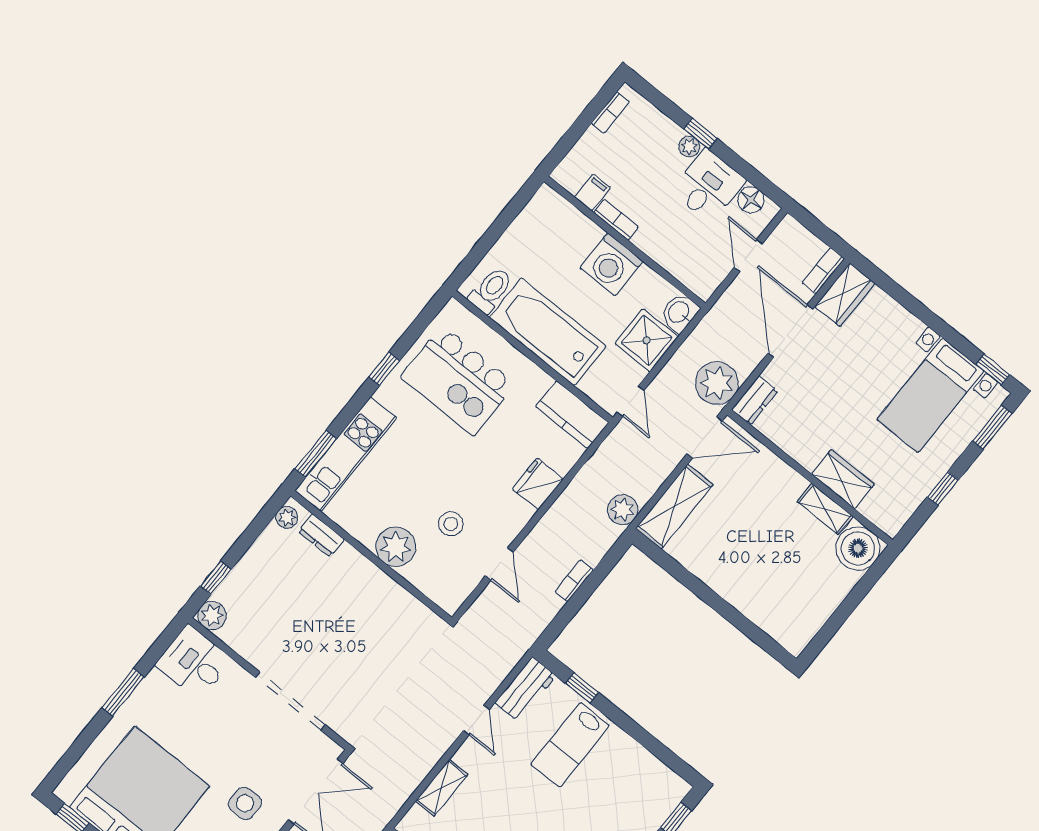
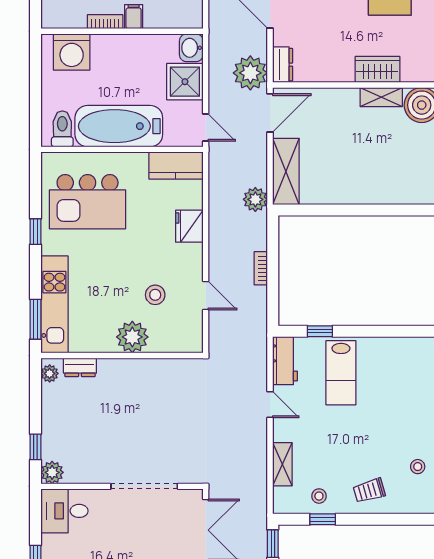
filing cabinet: (592, 193) -> (134, 17), moved
washing machine: (611, 264) -> (72, 52), moved

